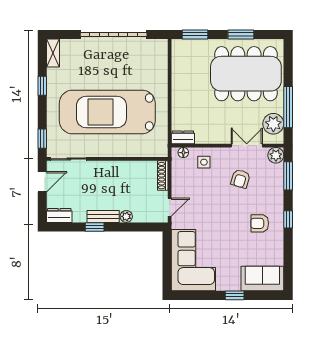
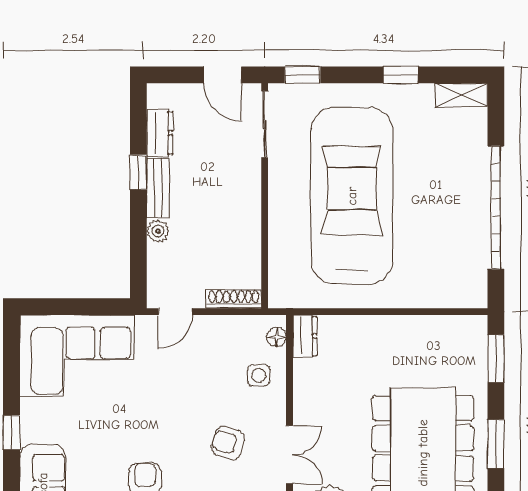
door: (170, 207) -> (175, 312), hinge flipped
dresser: (59, 215) -> (160, 133), moved

